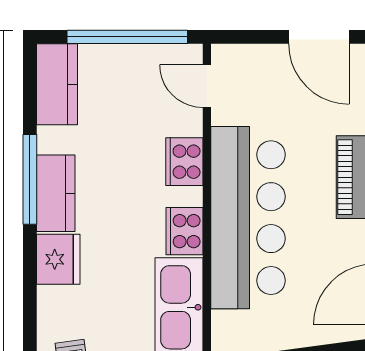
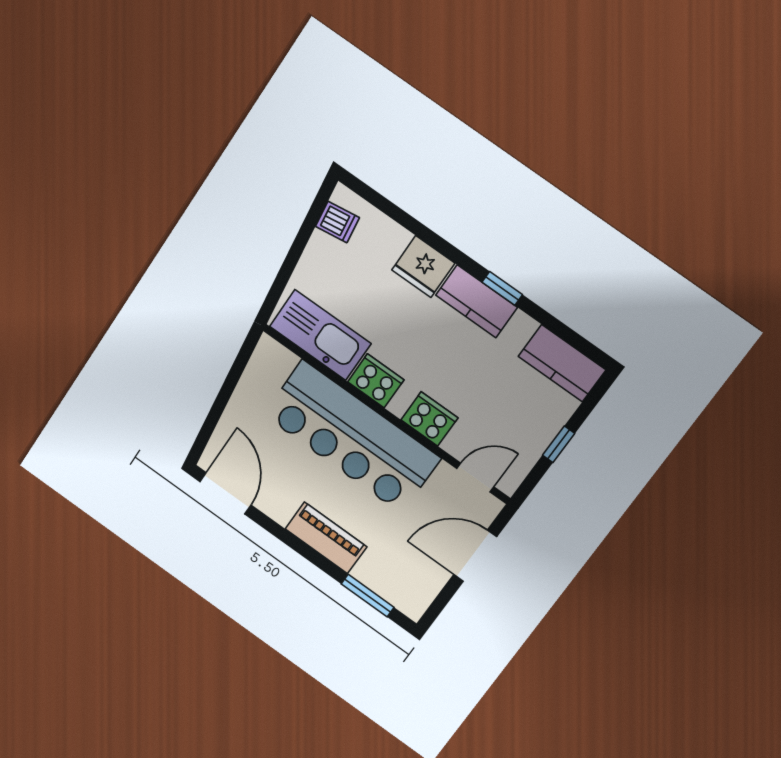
window: (127, 37) -> (559, 444), width x0.32
door: (319, 37) -> (475, 556), moved
window: (30, 179) -> (502, 288), width x0.46

